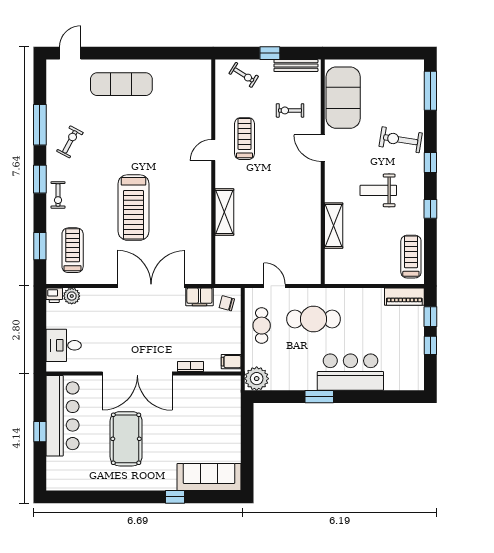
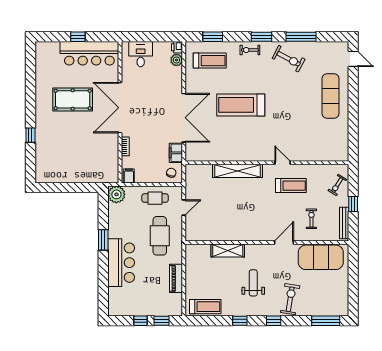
exercise bike: (70, 142) -> (289, 59), width x1.38, depth x1.39
shelving: (224, 212) -> (238, 171), width x1.47
piano: (404, 297) -> (176, 278), moved
sofa: (209, 477) -> (45, 160), removed

